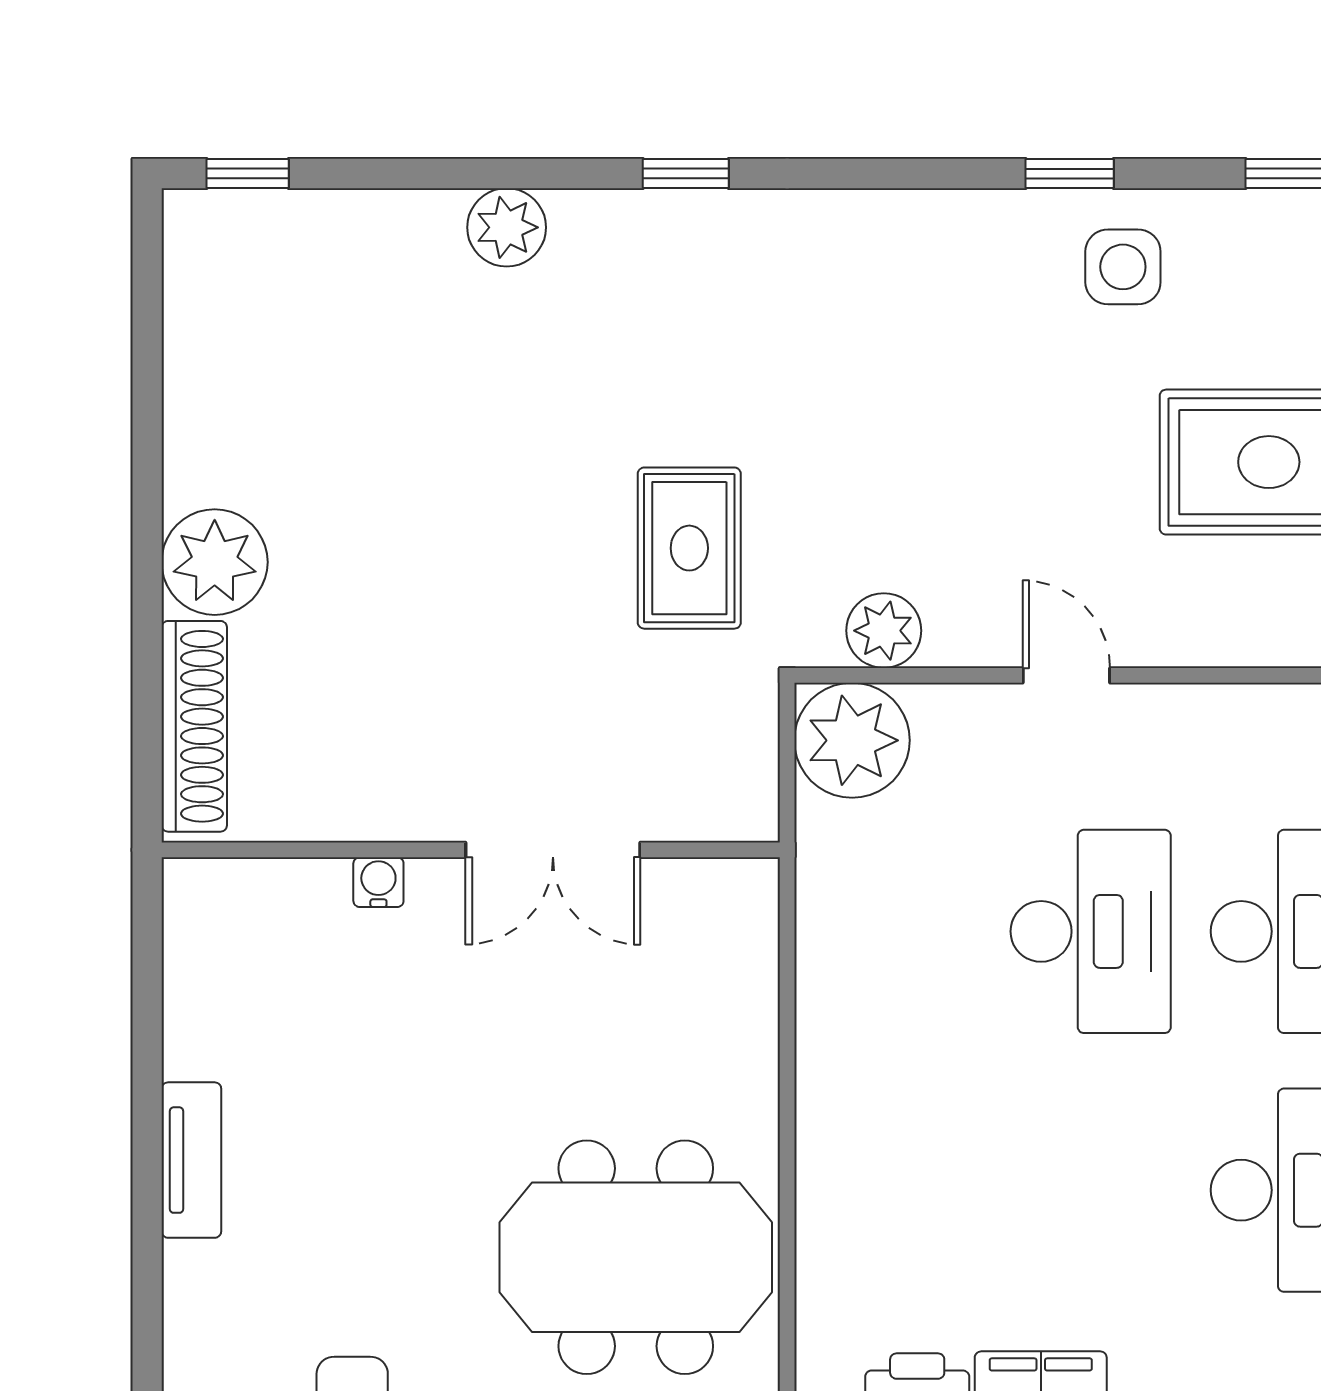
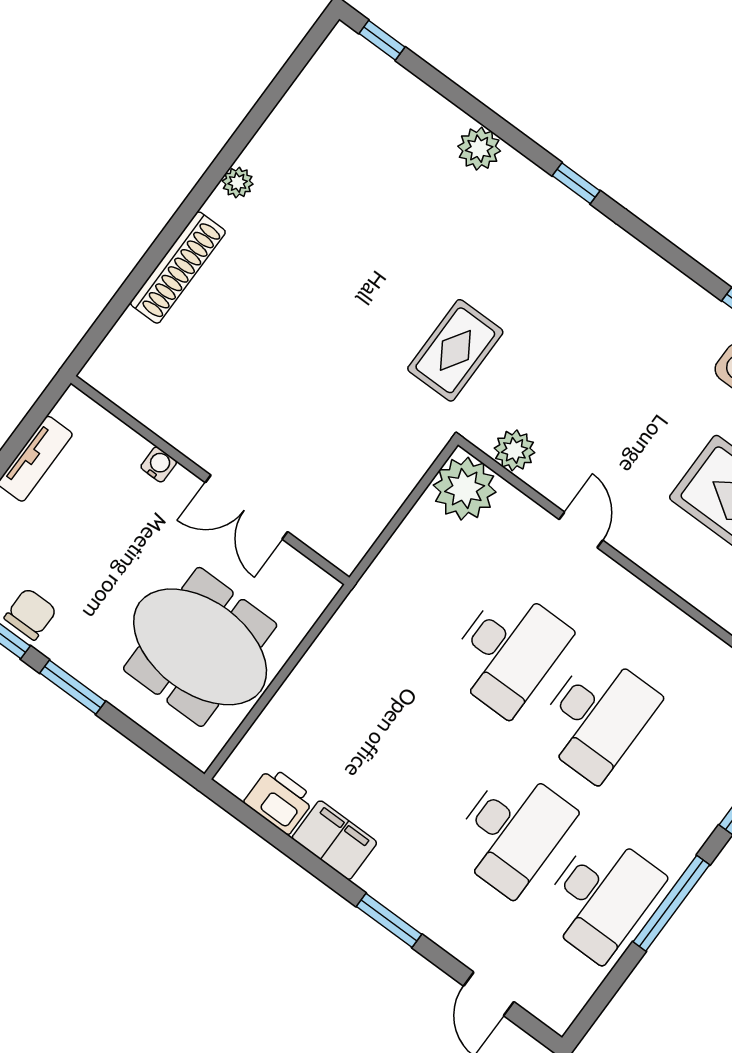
plant: (215, 562) -> (238, 182), width x0.53, depth x0.53
wall: (471, 850) -> (210, 480), moved
double door: (553, 850) -> (247, 507), moved
water cooler: (378, 882) -> (159, 464), moved

